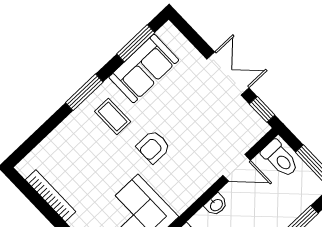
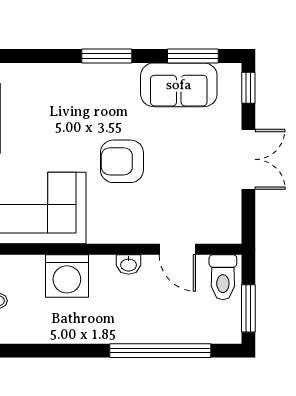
window: (262, 109) -> (248, 88), moved
coffee table: (113, 116) -> (112, 101), removed
armchair: (153, 147) -> (122, 161), width x1.38, depth x1.38

